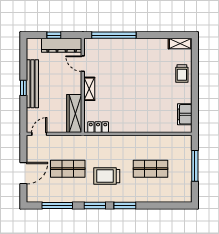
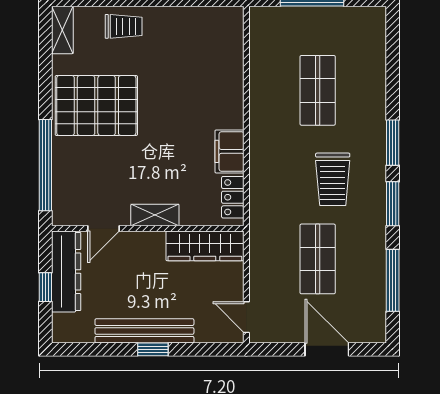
pallet: (143, 60) -> (96, 106), added
filing cabinet: (185, 114) -> (230, 151), moved, turned 90

